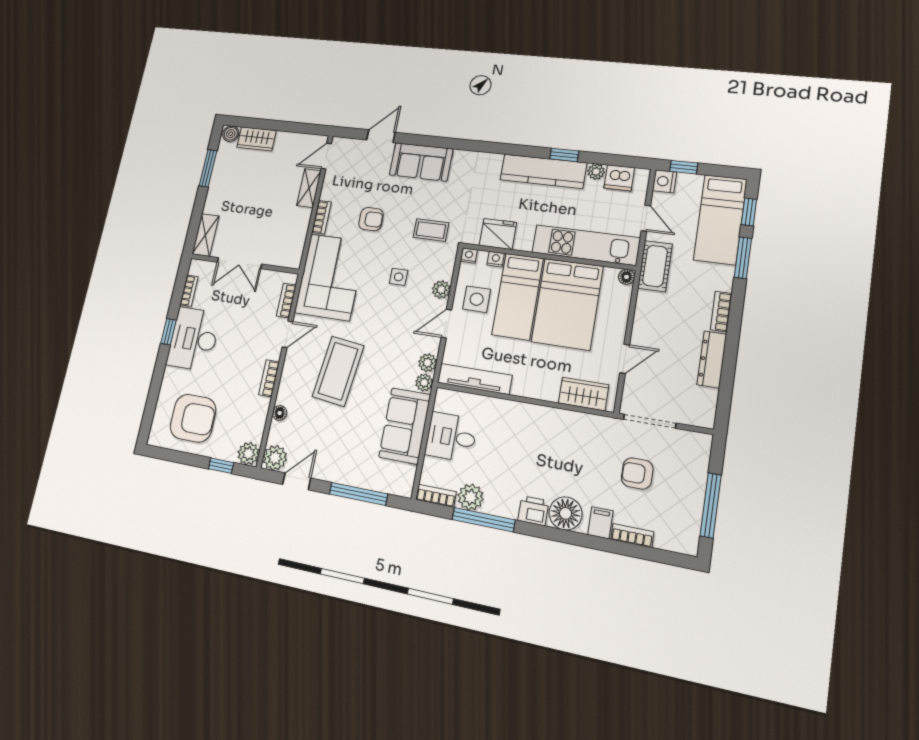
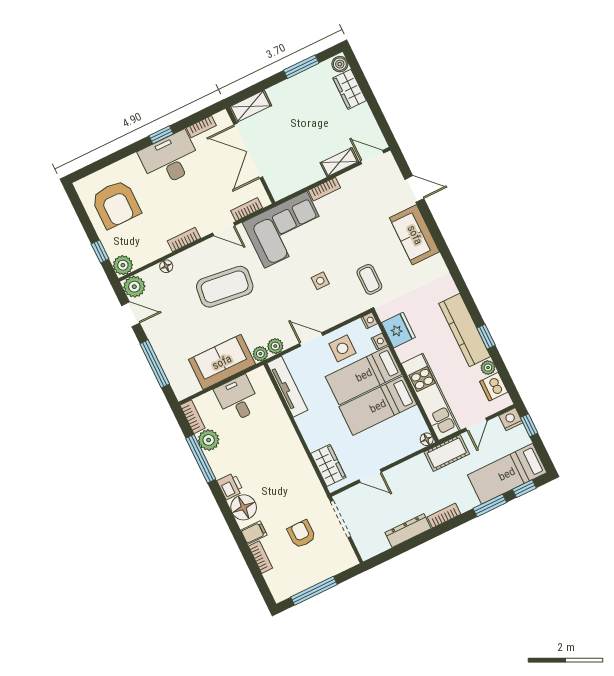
armchair: (371, 219) -> (348, 228), removed
double door: (239, 263) -> (248, 151), width x1.37
plant: (441, 289) -> (332, 318), removed
bed: (567, 304) -> (378, 406), width x0.67

